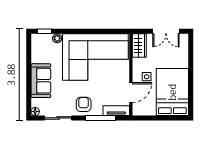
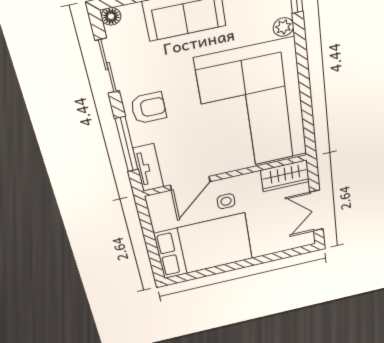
door: (131, 93) -> (190, 183), hinge flipped

